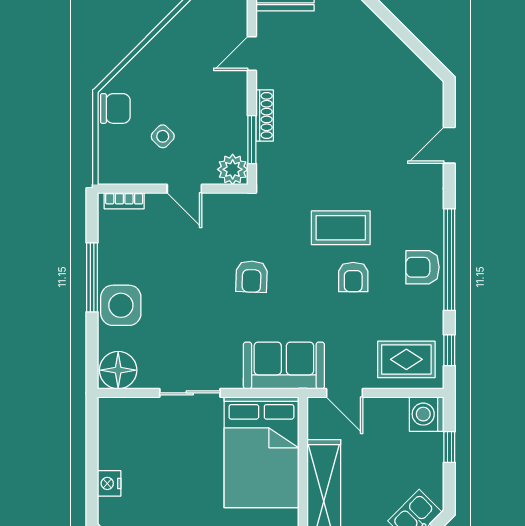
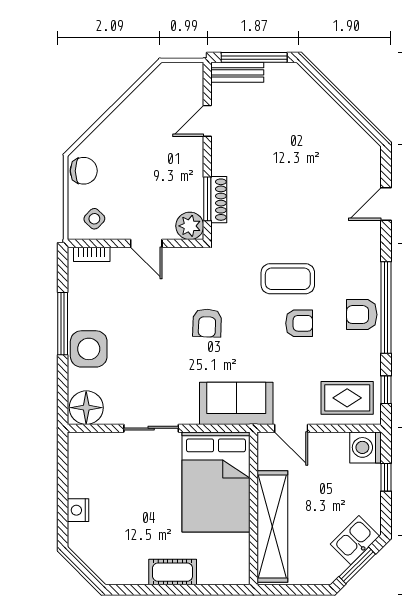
shoe rack: (265, 115) -> (219, 200), moved
side table: (163, 136) -> (94, 219), moved
armchair: (353, 277) -> (299, 323), turned -90

